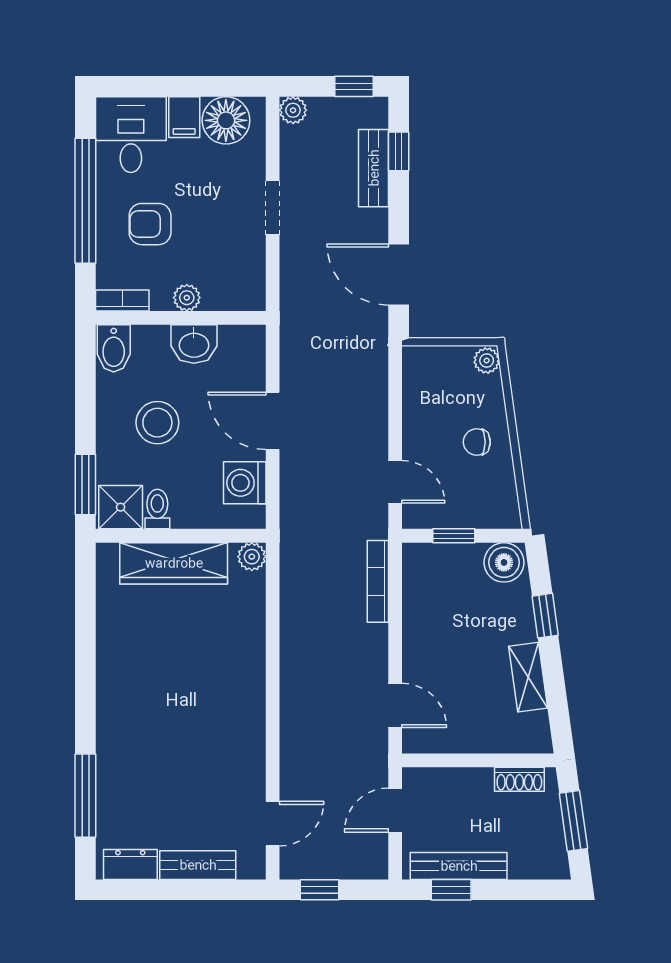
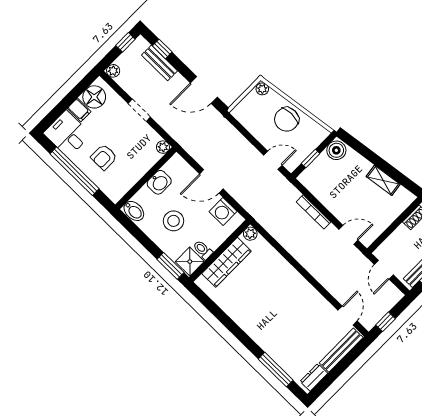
plant: (187, 298) -> (163, 147), moved
bookcase: (122, 300) -> (120, 192), removed
chair: (477, 442) -> (287, 119), width x1.87, depth x1.87
bookcase: (378, 581) -> (314, 212), moved
window: (545, 616) -> (368, 154), removed
bench: (198, 865) -> (341, 350), width x1.36

